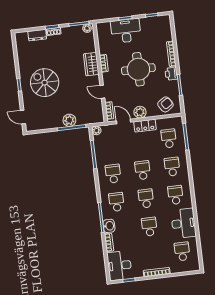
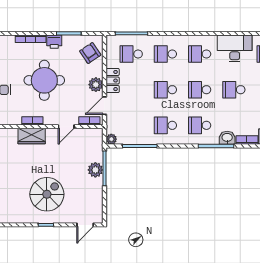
spiral stairs: (45, 83) -> (47, 194), turned 180

